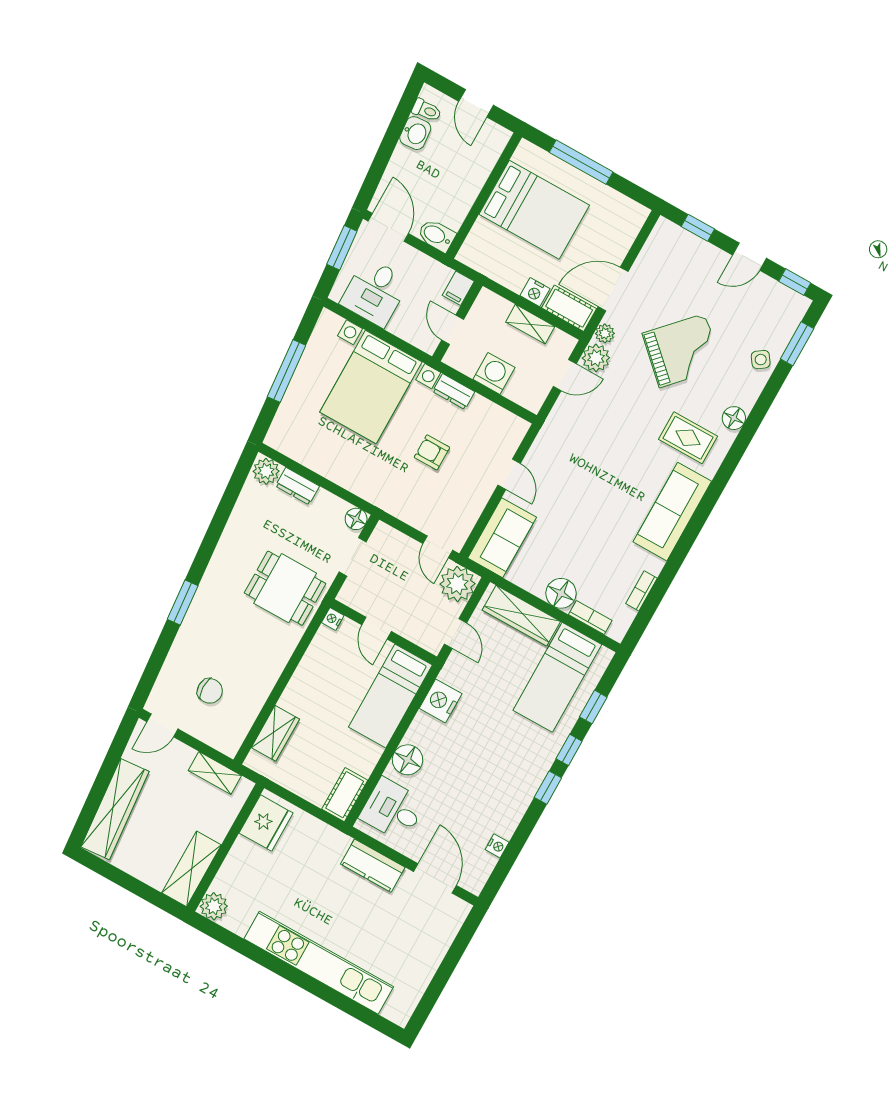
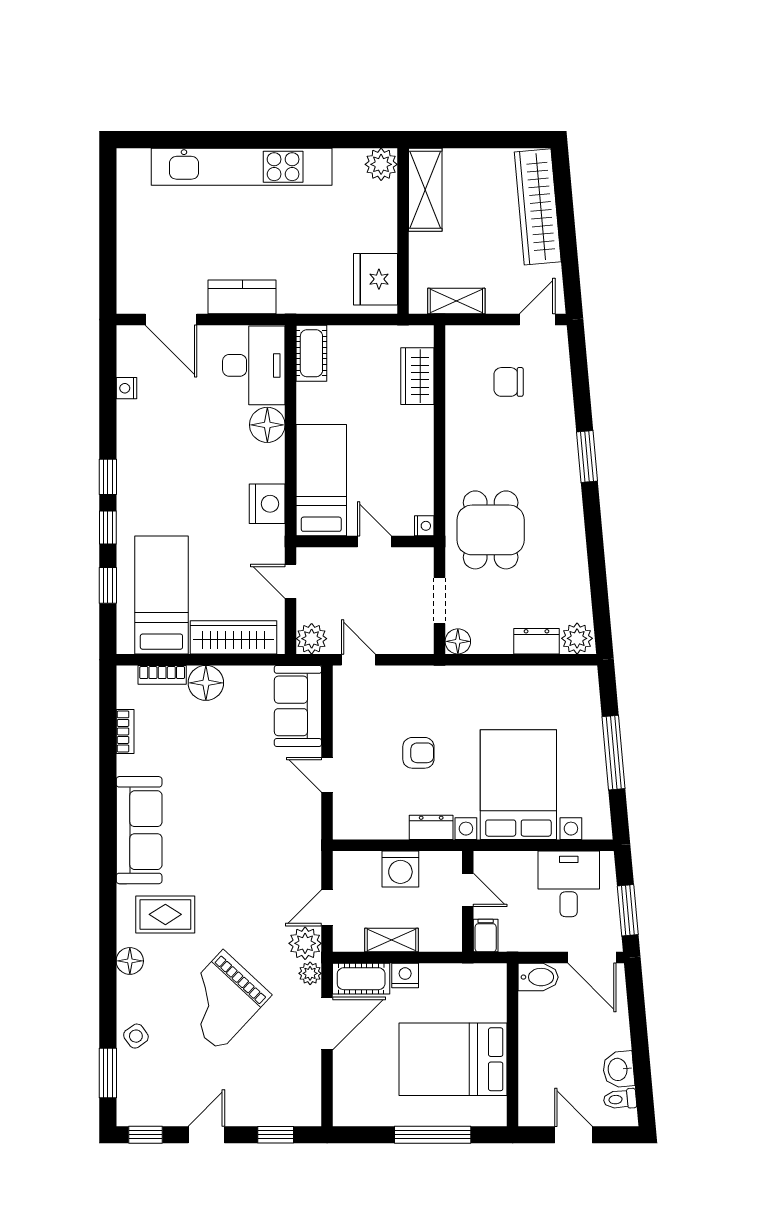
plant: (457, 584) -> (312, 639), width x0.73, depth x0.73
dining table: (285, 588) -> (491, 530), turned 90
desk: (393, 810) -> (254, 365), width x1.37

